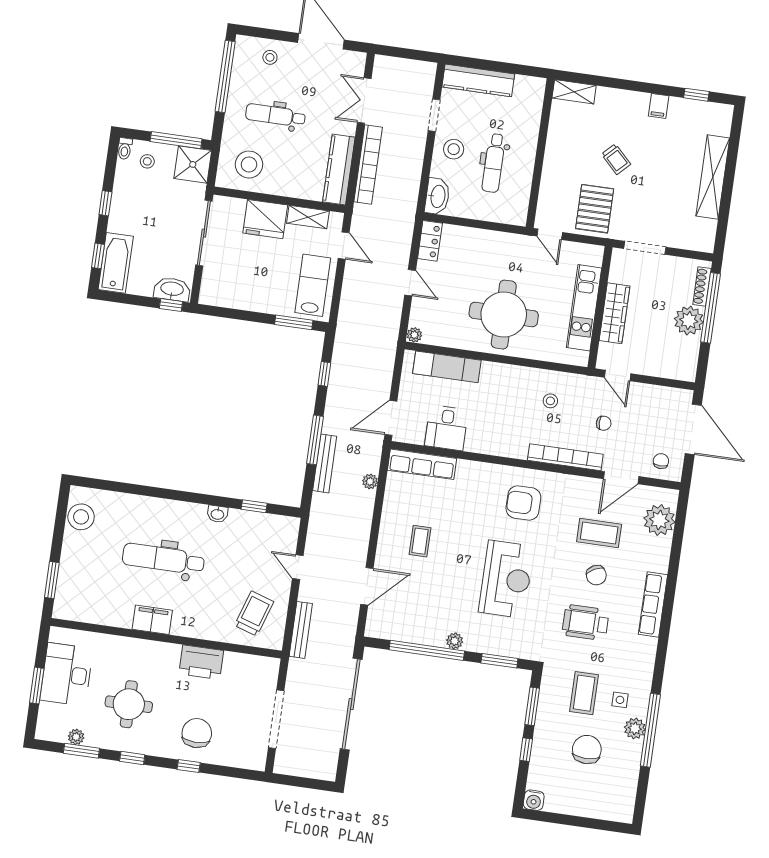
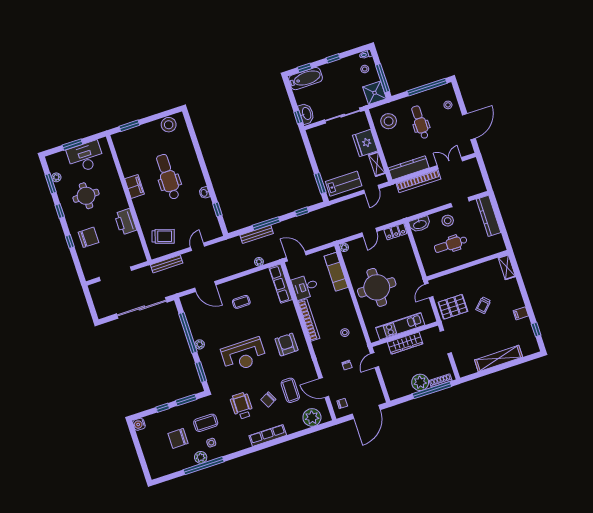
bookcase: (565, 457) -> (309, 320), moved
chair: (587, 750) -> (178, 438), turned 180

